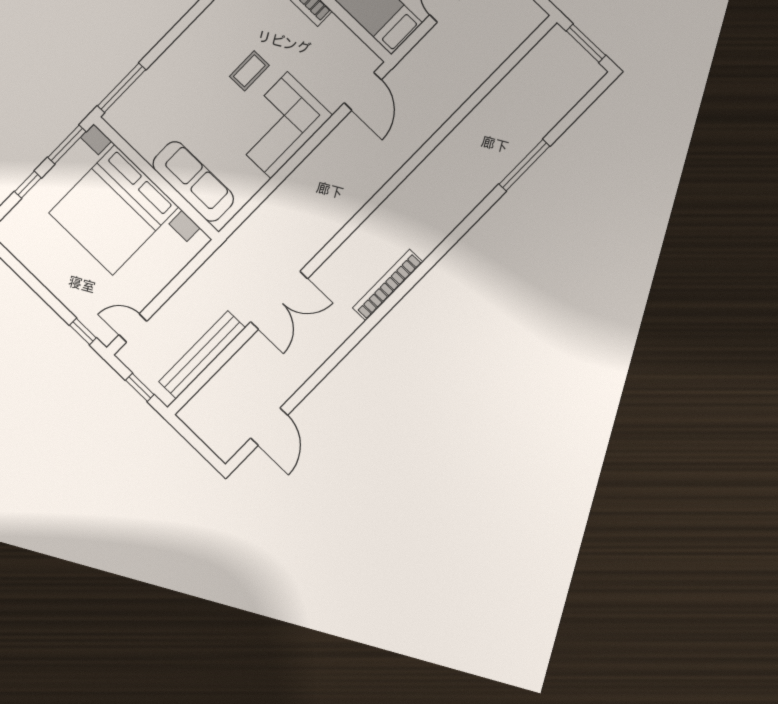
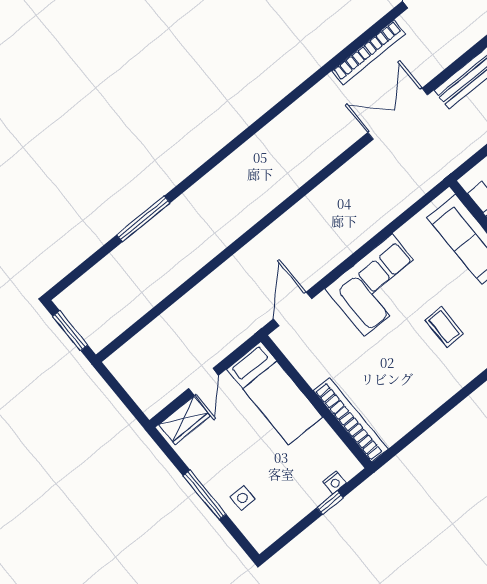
coffee table: (249, 71) -> (444, 327), moved, turned 90
bookcase: (388, 285) -> (369, 52), moved

